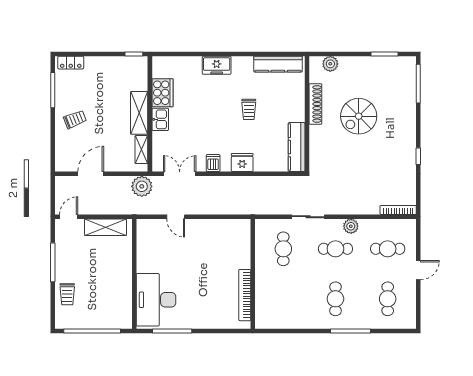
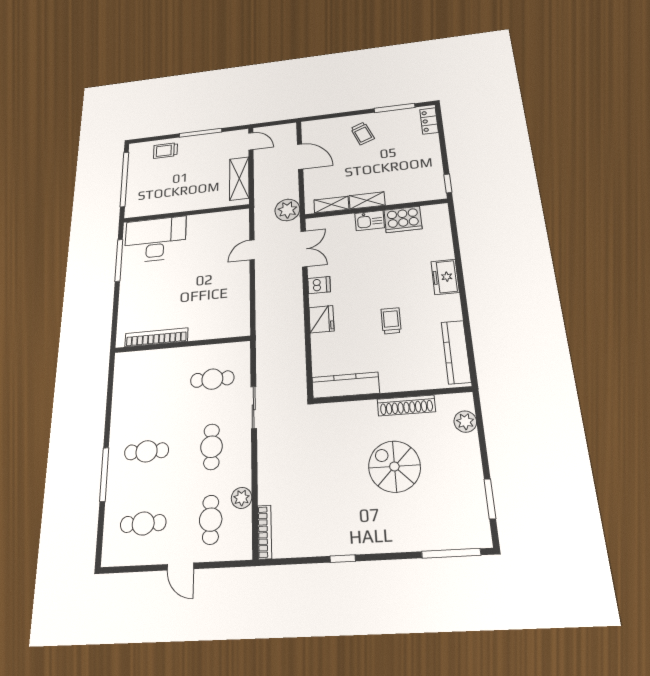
trolley: (249, 109) -> (391, 321), turned 90
shelving: (139, 113) -> (367, 200), width x0.67, depth x0.75
plant: (351, 226) -> (242, 498), moved

